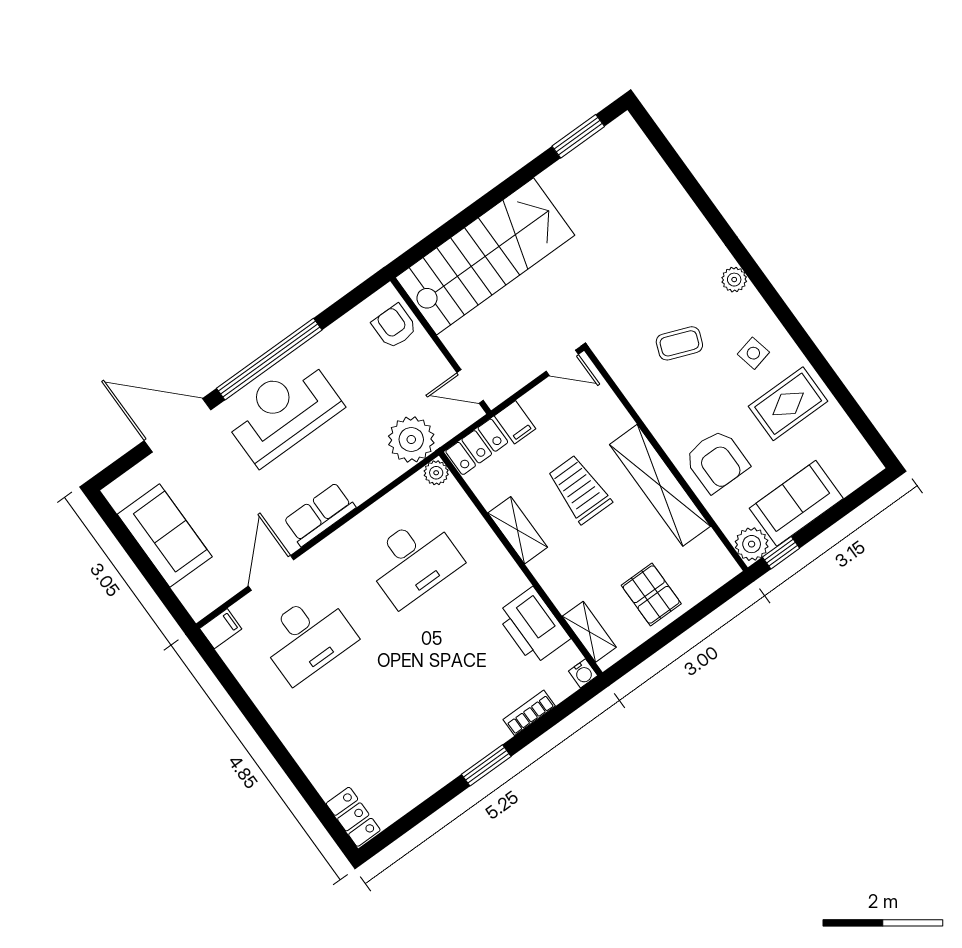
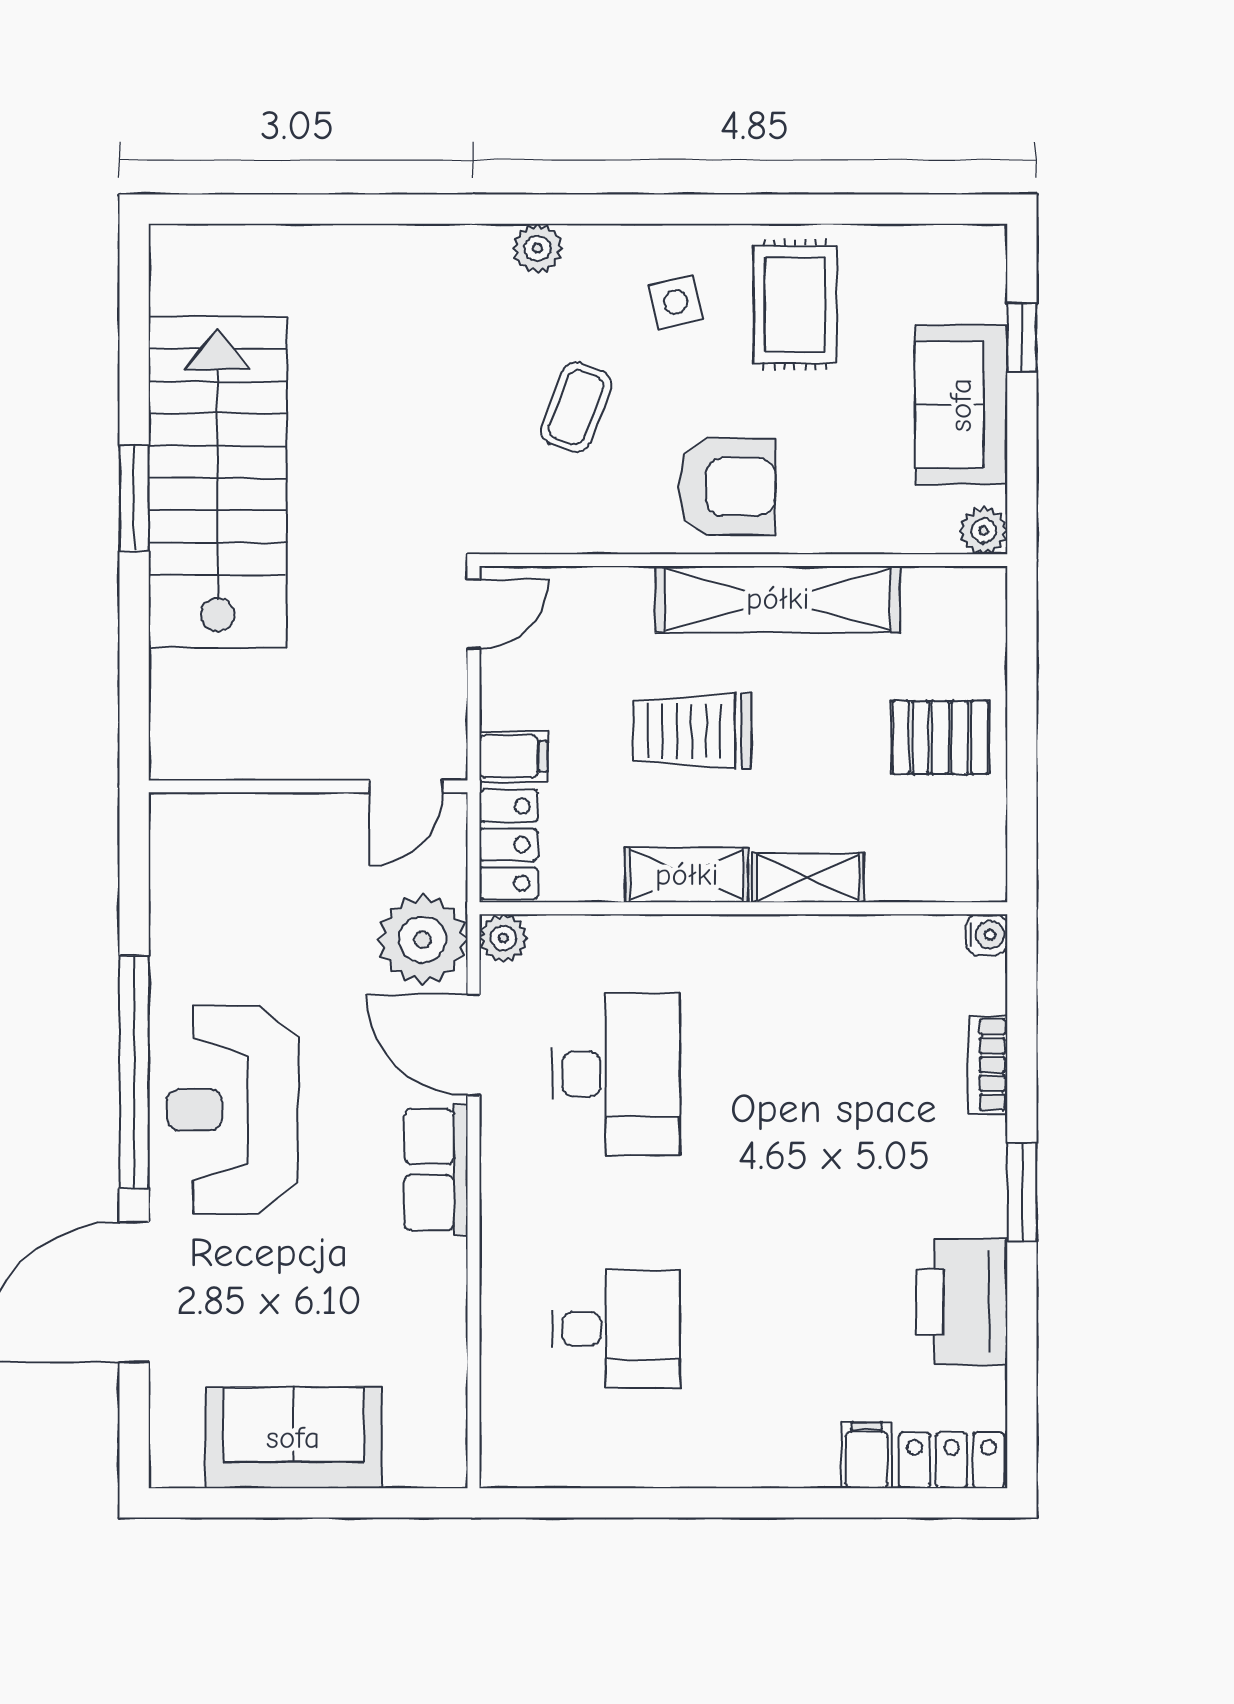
window: (578, 136) -> (134, 498), moved
stairs: (485, 256) -> (218, 482), moved
armchair: (394, 326) -> (225, 837), removed
armchair: (717, 461) -> (727, 487), moved
plant: (752, 544) -> (984, 531), width x0.73, depth x0.73
window: (781, 553) -> (1022, 337), moved
door: (271, 573) -> (474, 1045), moved
printer: (533, 626) -> (962, 1302), moved, turned 90
filing cabinet: (221, 629) -> (867, 1455), moved
shelving: (589, 632) -> (808, 878), moved
desk: (307, 637) -> (616, 1329), width x0.73

